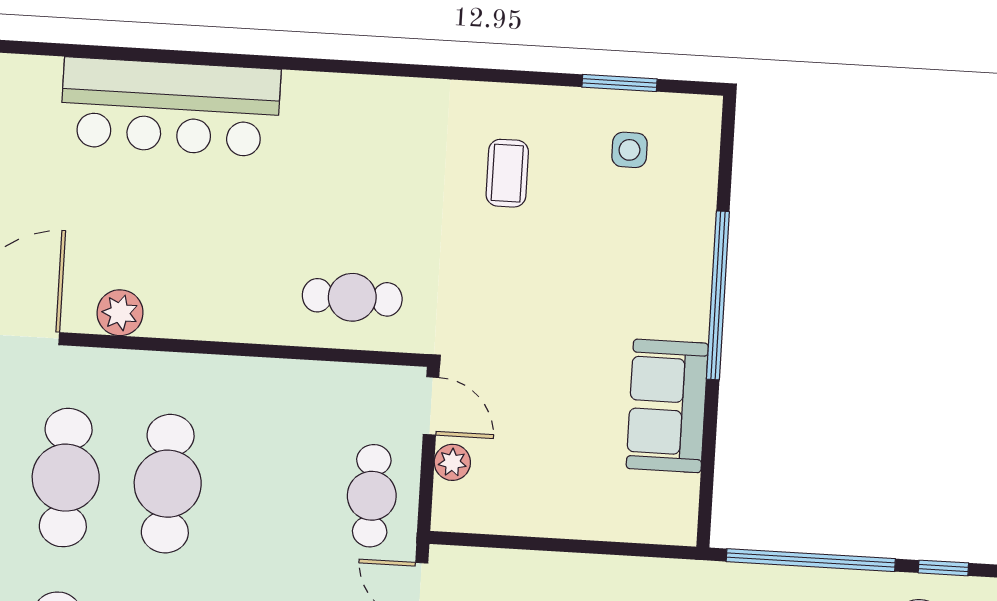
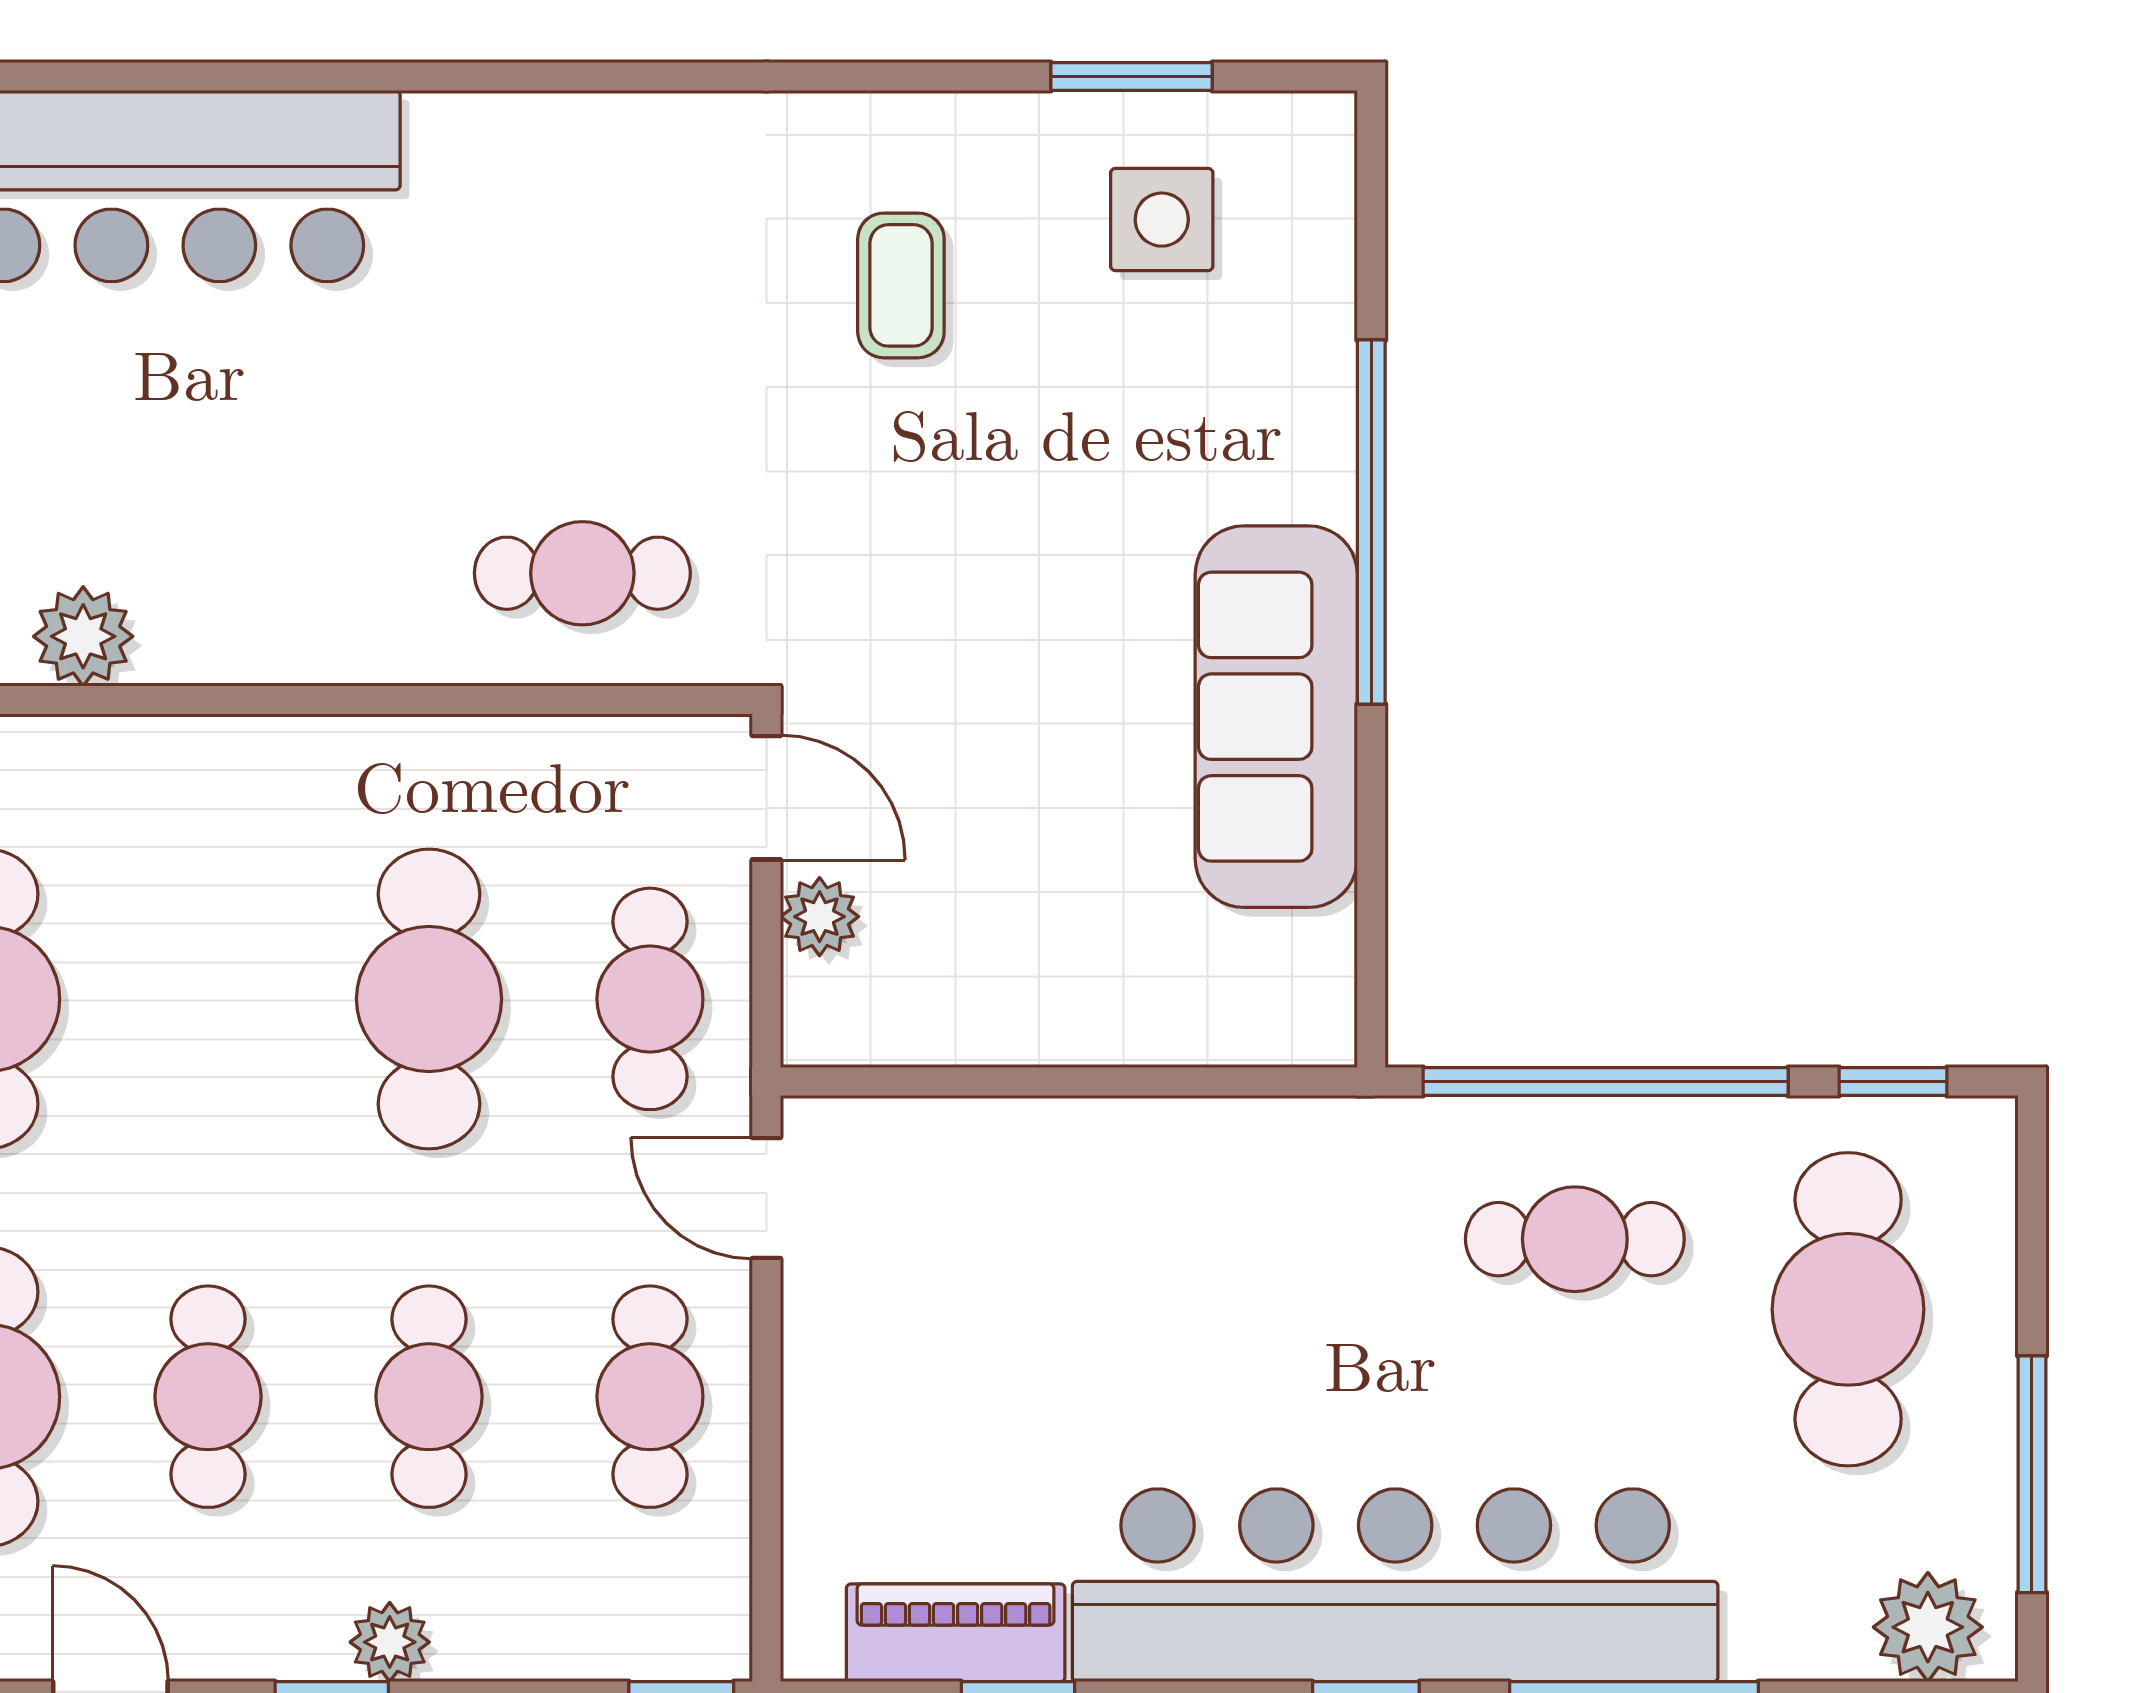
side table: (629, 150) -> (1162, 220), width x1.37, depth x1.37
sofa: (667, 406) -> (1276, 717), width x1.36
cafe table: (168, 484) -> (429, 999), moved

